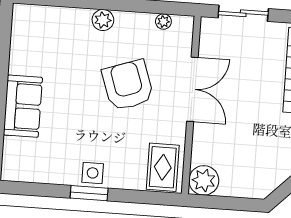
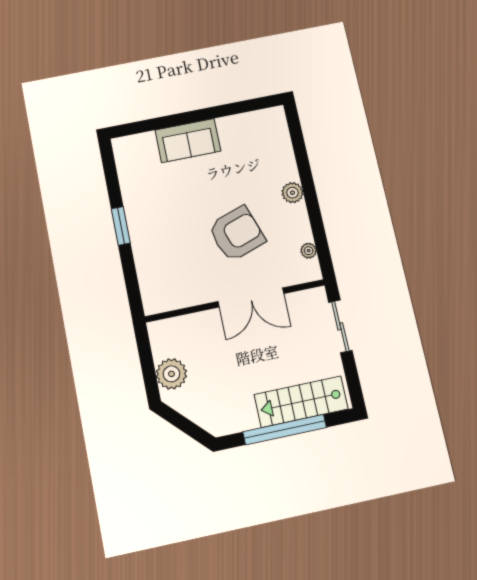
rug: (163, 167) -> (166, 290), removed
side table: (93, 173) -> (142, 224), removed
plant: (204, 180) -> (171, 374), moved

